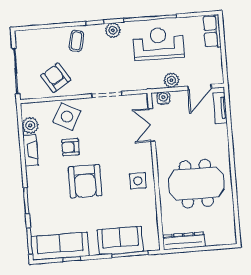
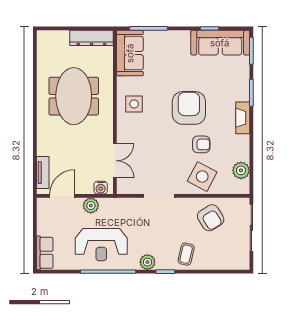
fireplace: (31, 150) -> (243, 118), moved
meeting table: (196, 184) -> (74, 96), turned 90
sofa: (120, 241) -> (130, 53), moved, turned -90

